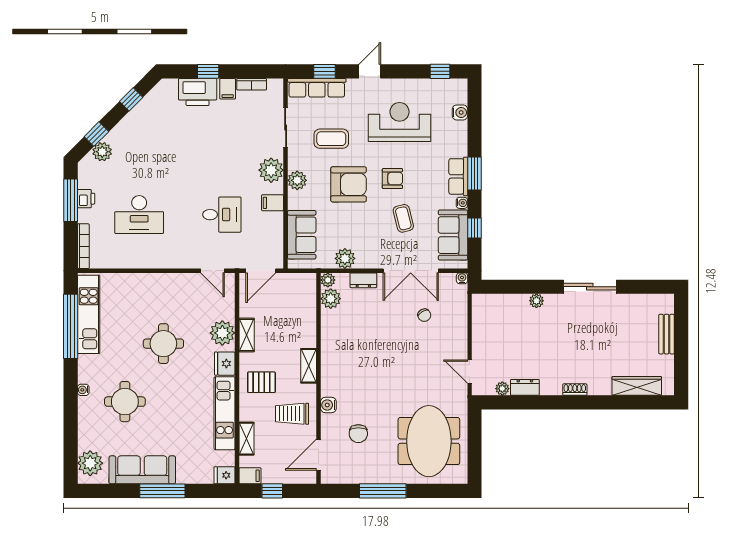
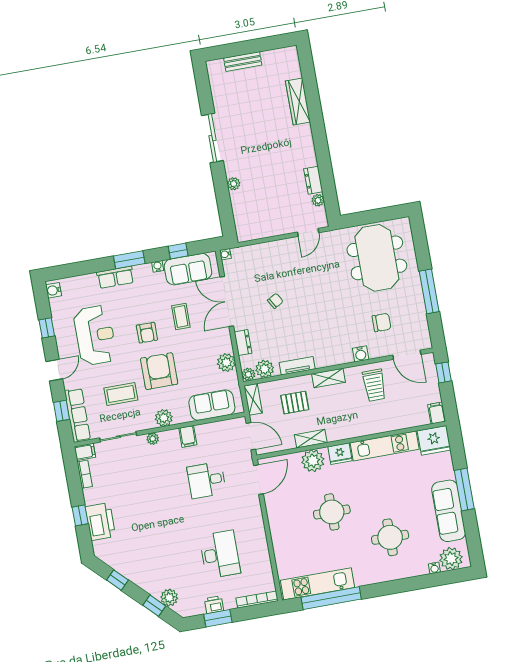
door: (370, 71) -> (54, 370), swing flipped
window: (440, 71) -> (47, 328), moved
filing cabinet: (228, 89) -> (85, 452), moved
water cooler: (460, 112) -> (54, 290), moved, turned -90
reception desk: (400, 122) -> (95, 335), turned 180
coffee table: (331, 139) -> (121, 394), turned 90
plant: (271, 170) -> (153, 439), width x0.53, depth x0.53
row of seats: (458, 176) -> (115, 277), moved
armchair: (392, 179) -> (147, 333), turned 180
window: (71, 200) -> (218, 618), width x0.69
desk: (222, 215) -> (207, 480), turned -90
coffee table: (403, 218) -> (181, 317), turned -76
door: (212, 271) -> (258, 480), width x1.38
double door: (411, 271) -> (227, 301), swing flipped
chair: (424, 315) -> (275, 301), moved
tv unit: (328, 334) -> (297, 366), added
pallet: (261, 382) -> (295, 403), moved, turned 90
wardrobe: (637, 386) -> (298, 101), moved
water cooler: (83, 390) -> (434, 568), moved
shoe rack: (575, 390) -> (307, 135), removed
shelving: (246, 439) -> (253, 399), moved, turned 90
meeting table: (429, 441) -> (377, 258), turned 90
fridge: (225, 475) -> (434, 440), width x1.88, depth x1.34
window: (272, 491) -> (443, 372), moved

